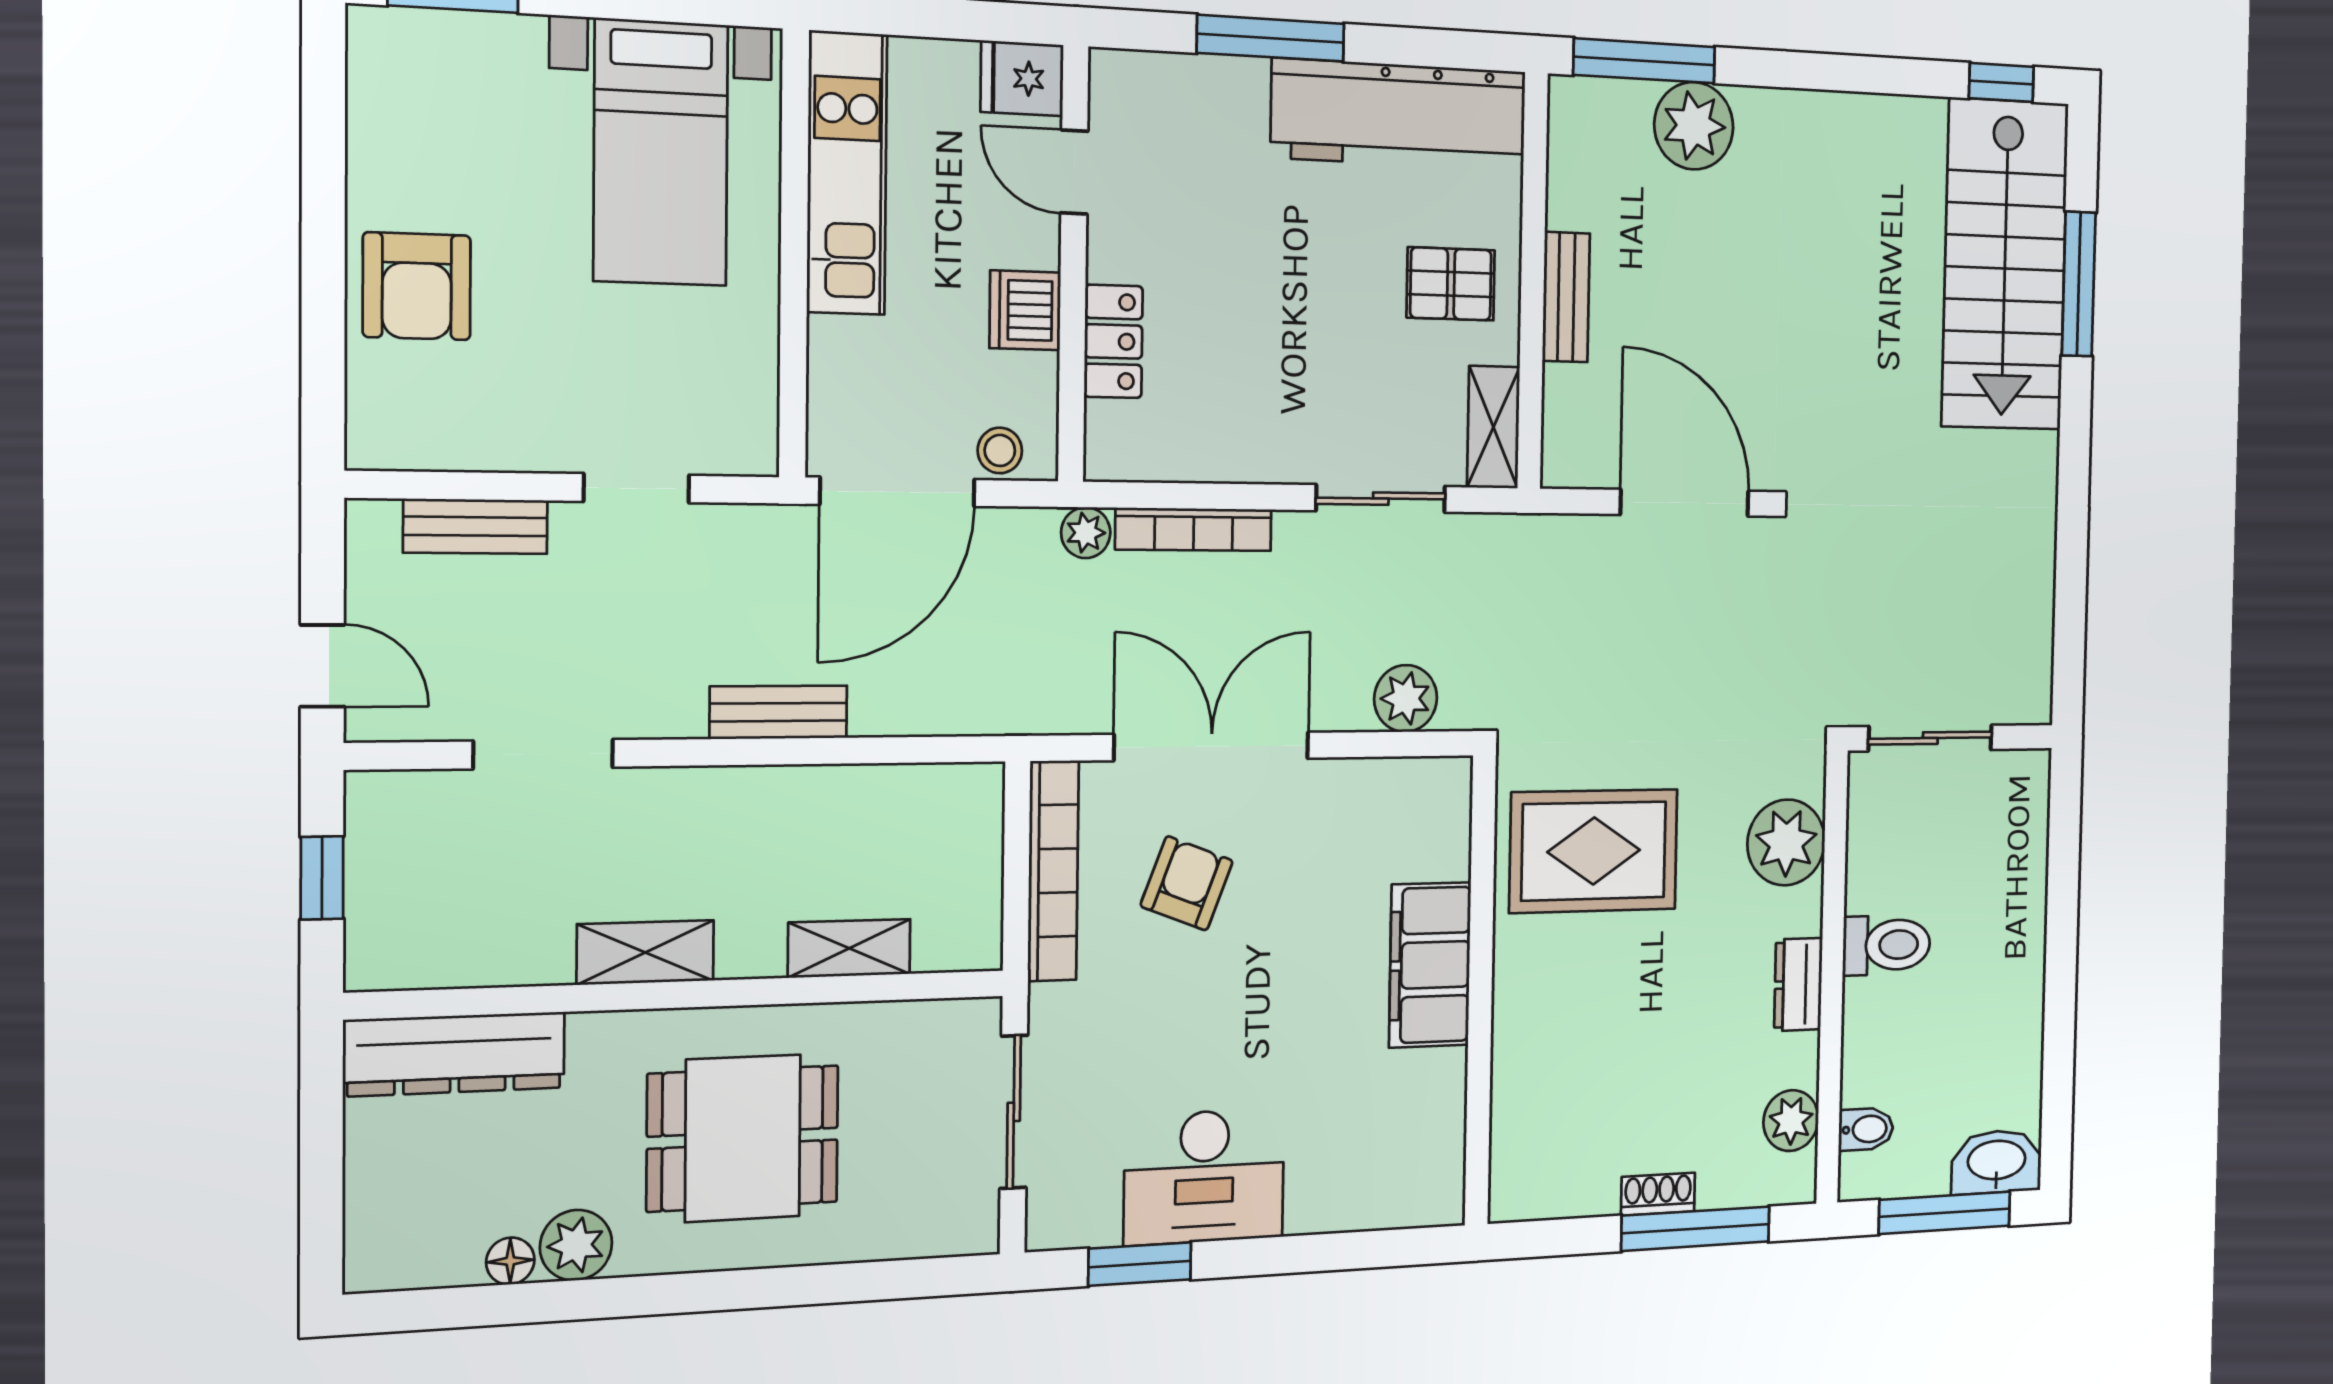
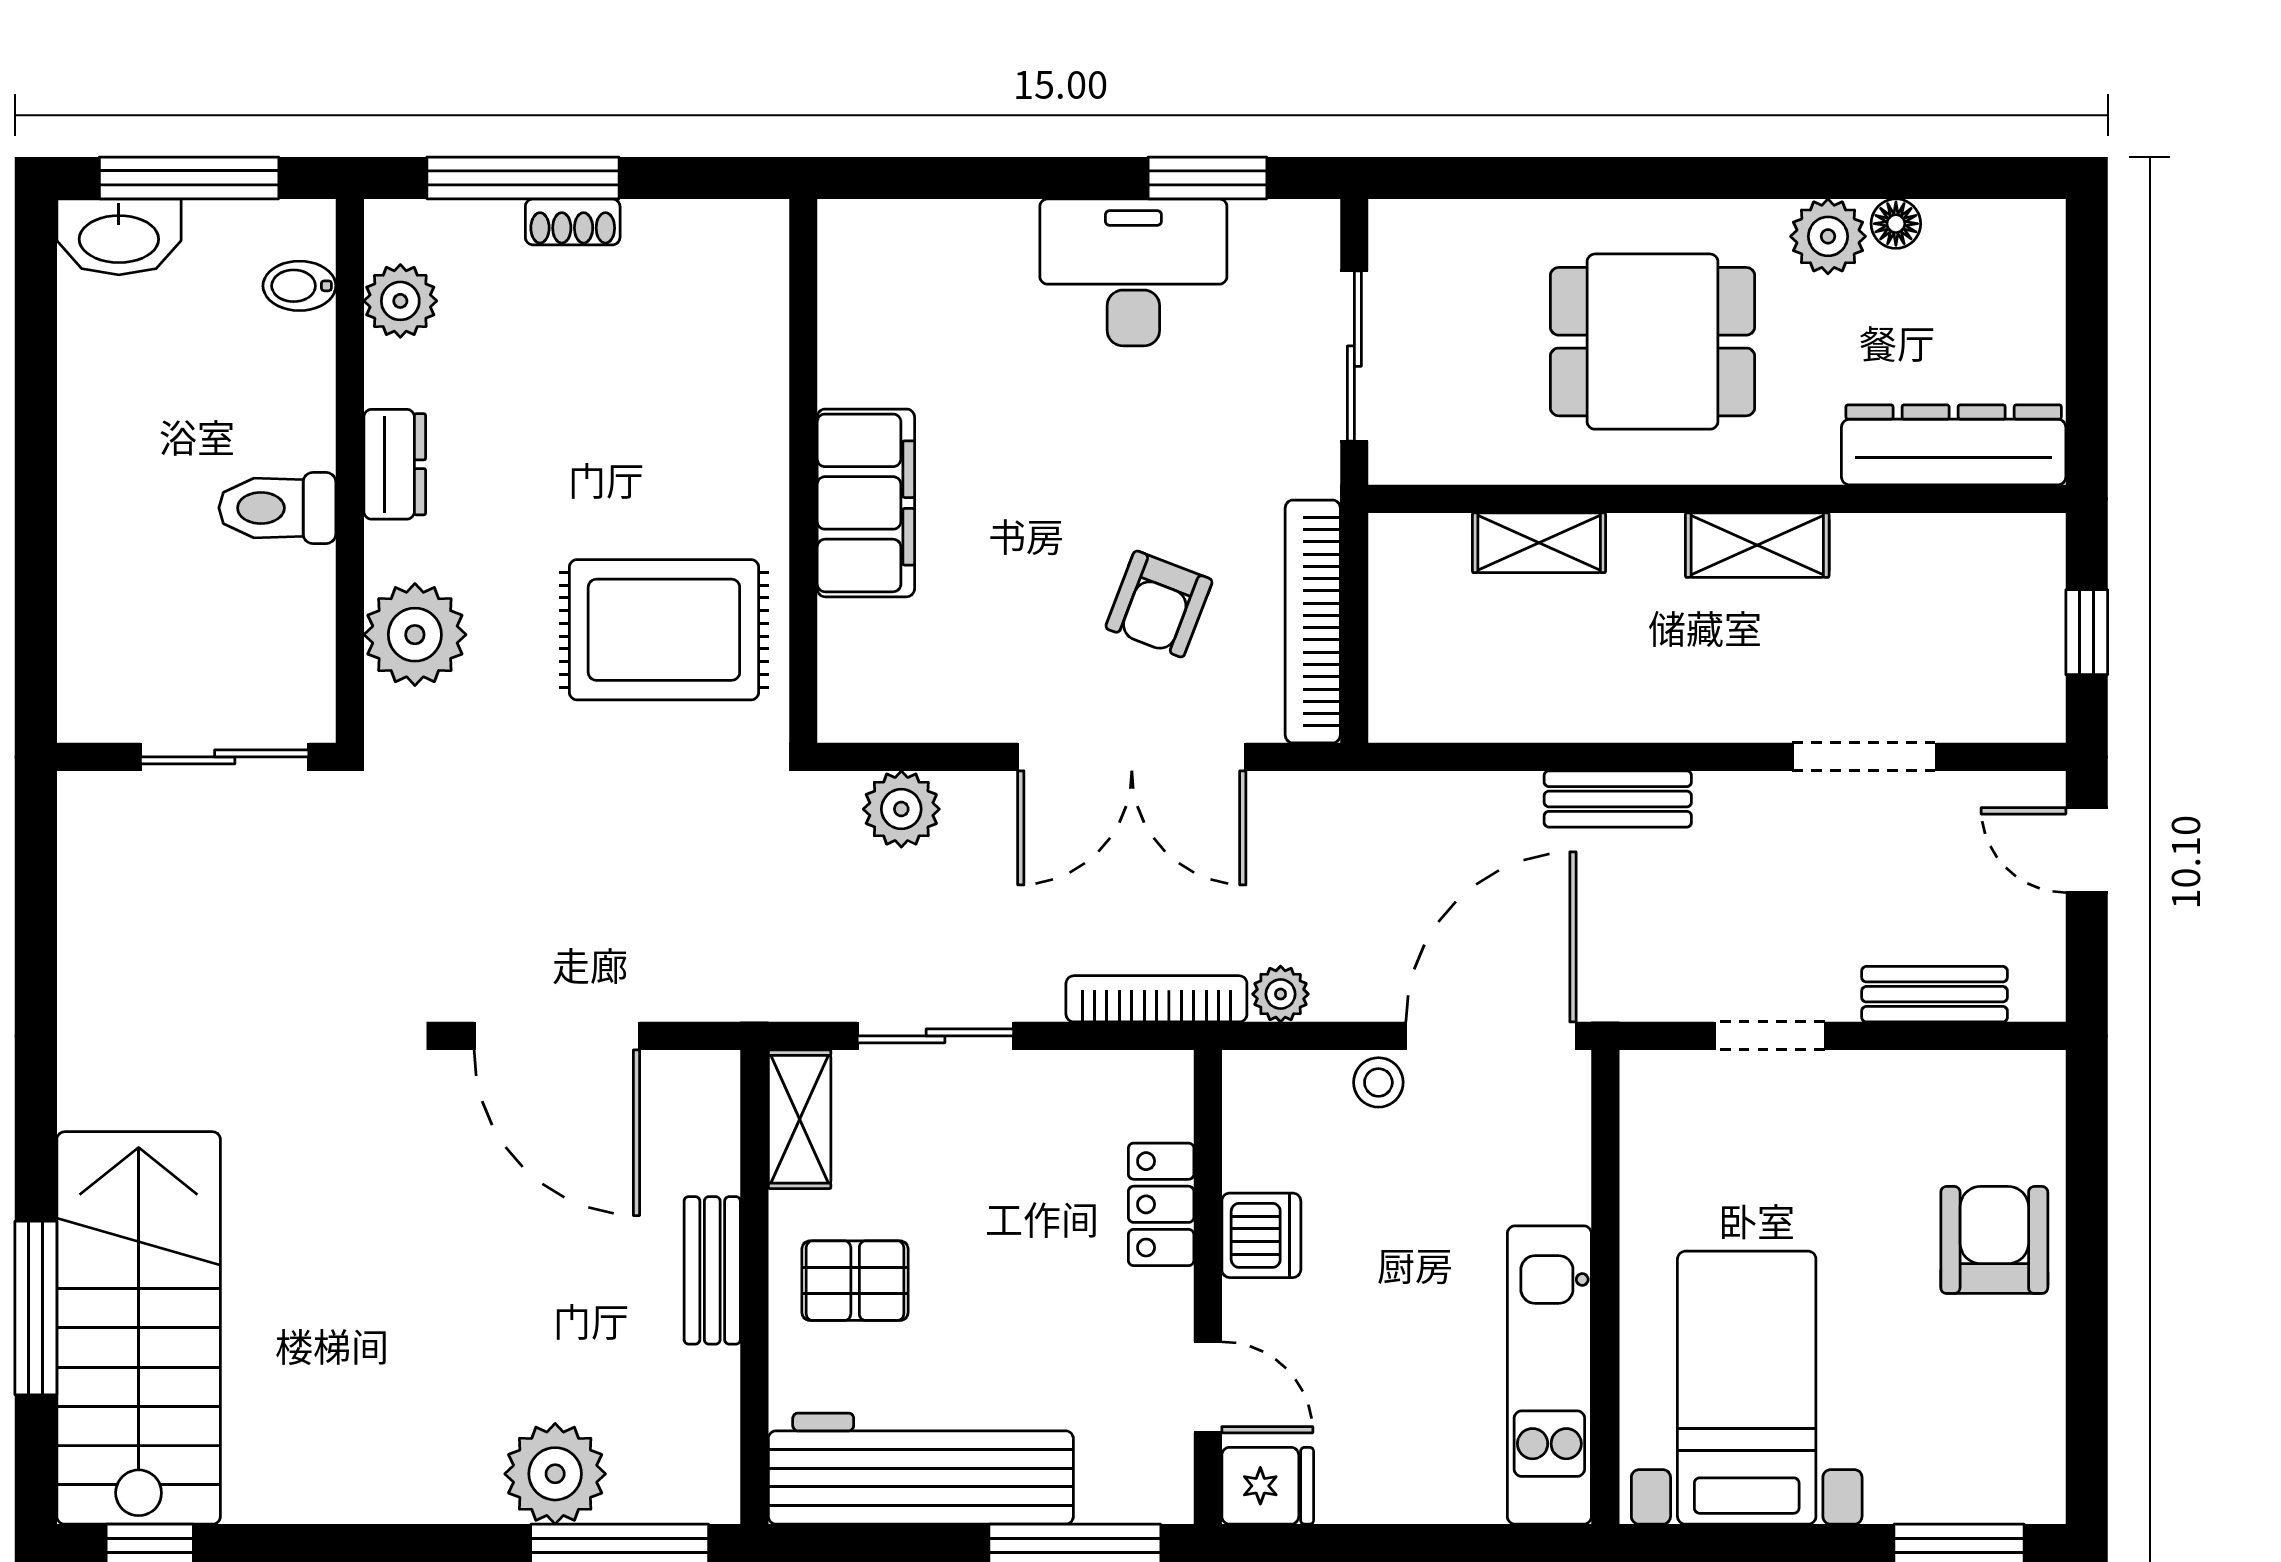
fridge: (1022, 78) -> (1268, 1486), moved
door: (1074, 172) -> (1208, 1387), moved
wall: (1073, 264) -> (1208, 1287), moved
dishwasher: (1025, 310) -> (1261, 1235), moved
locker: (1113, 341) -> (1161, 1204), moved

